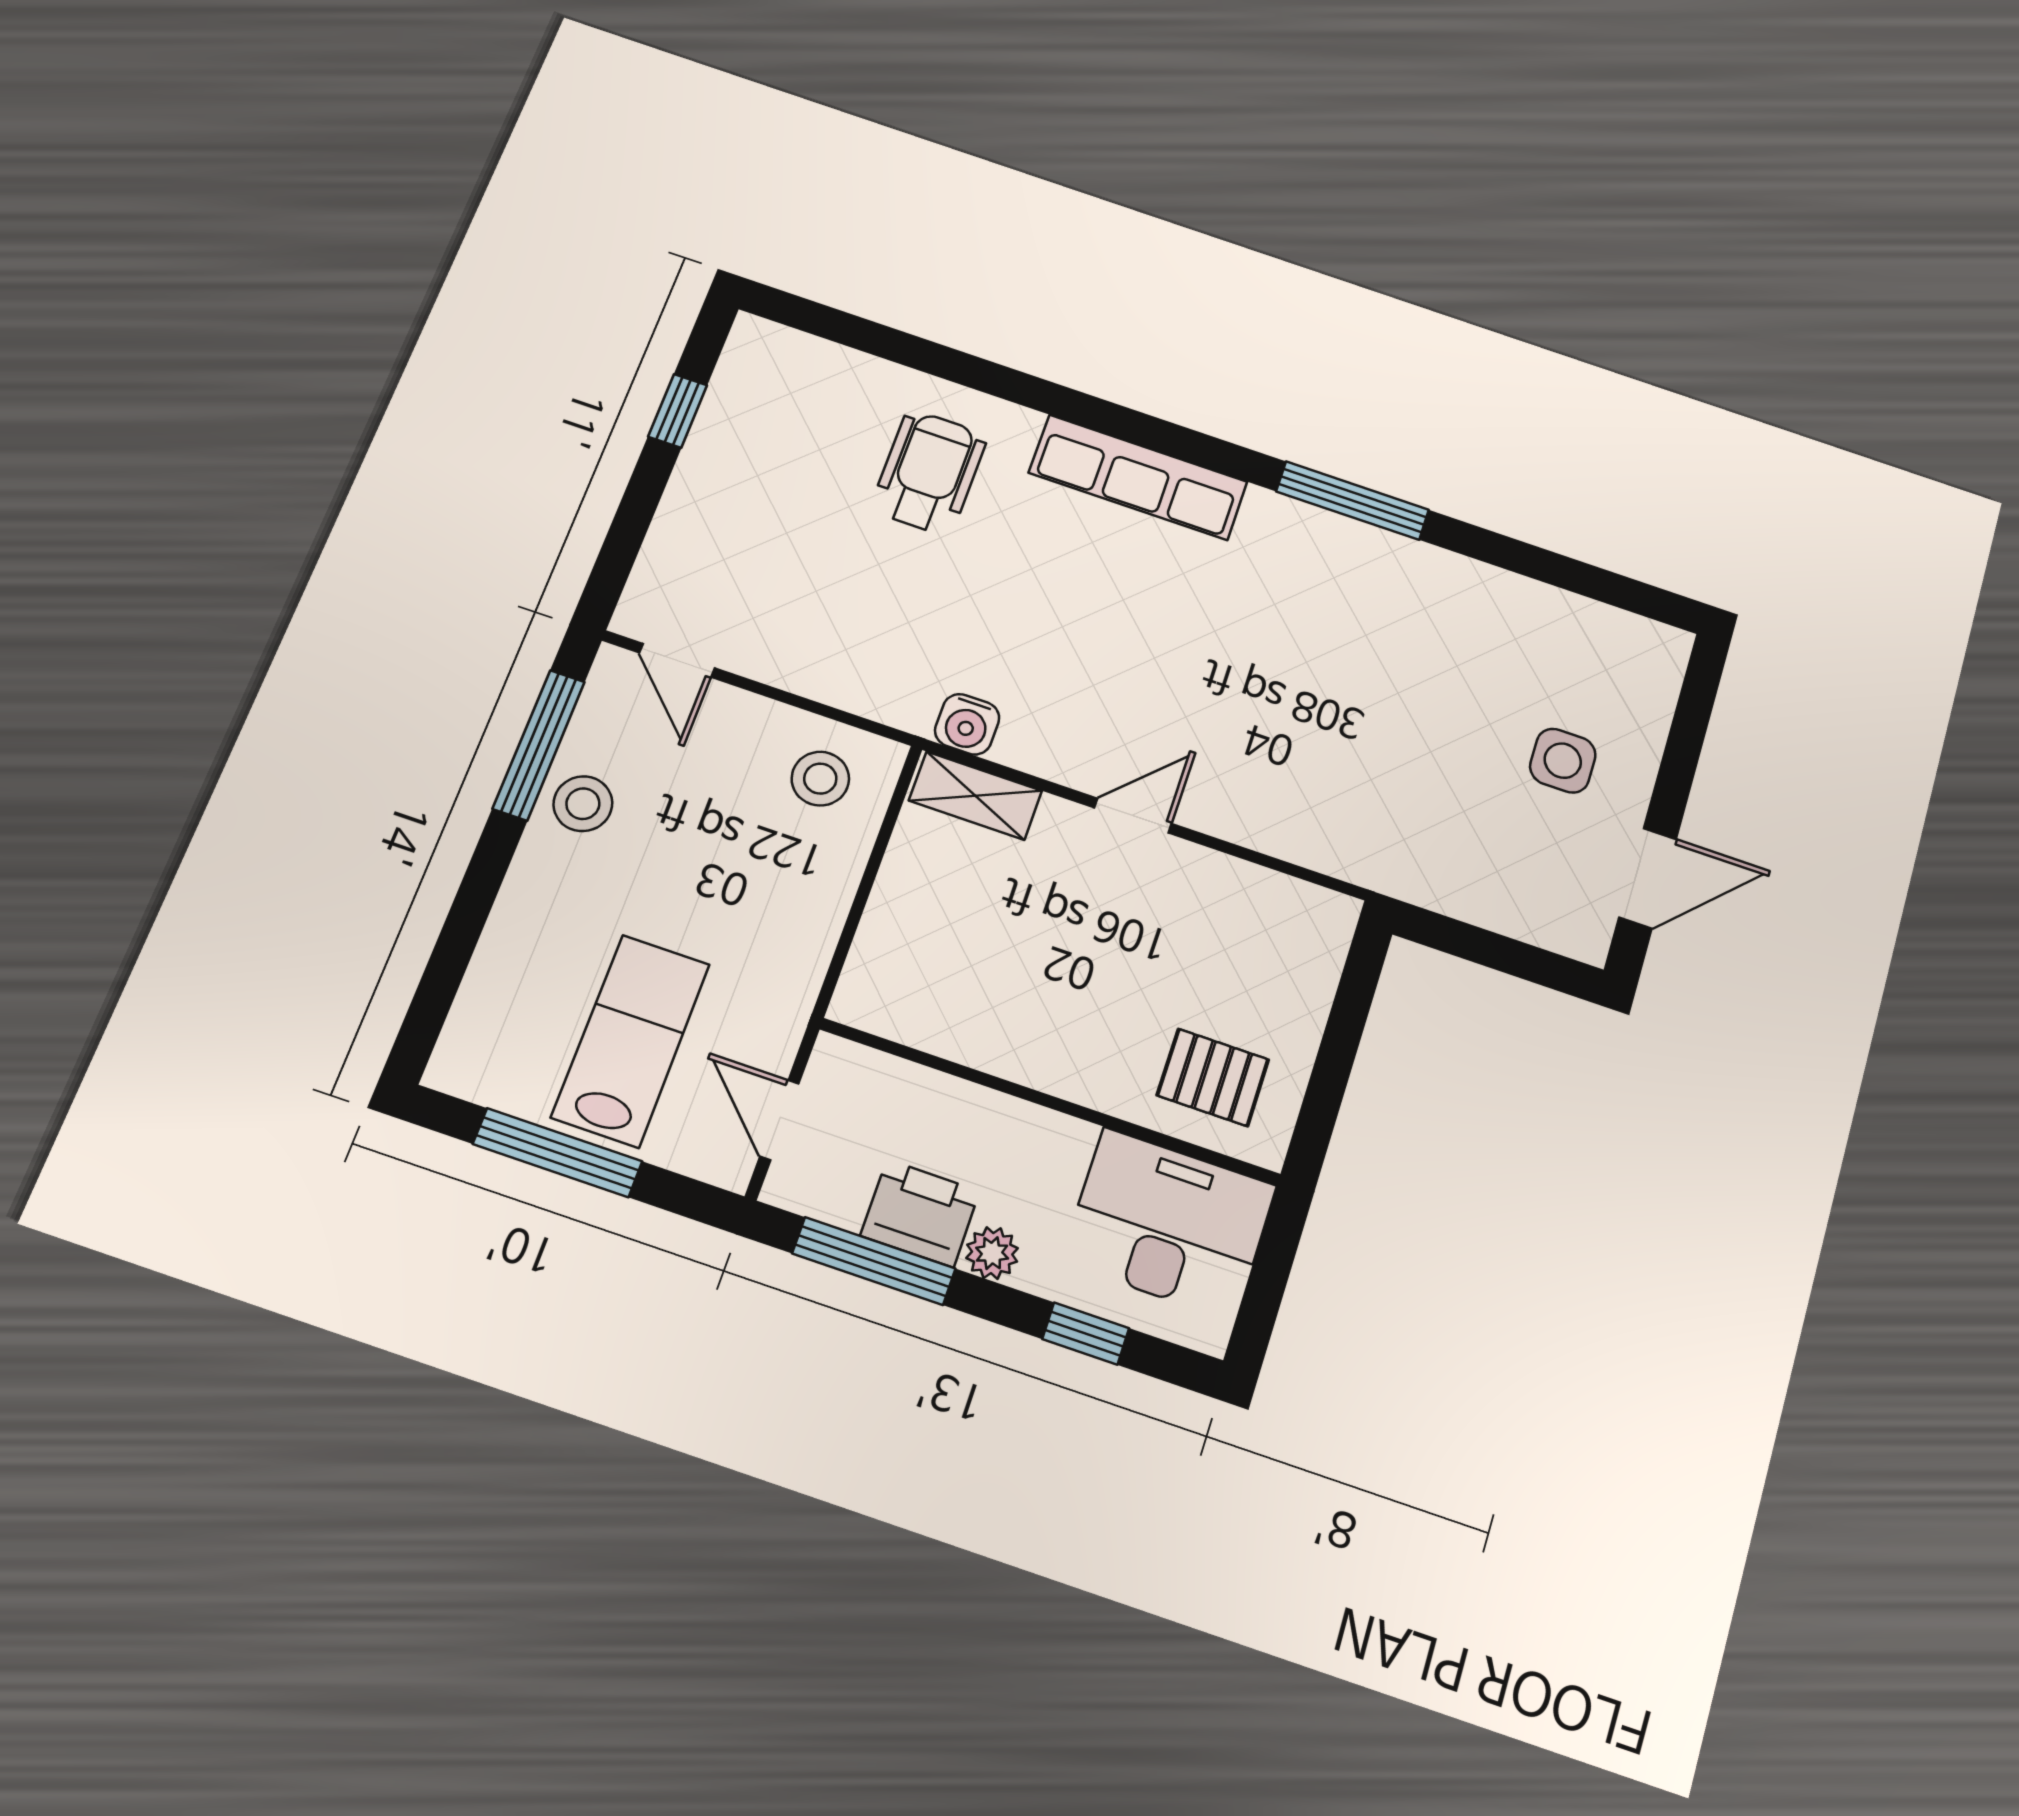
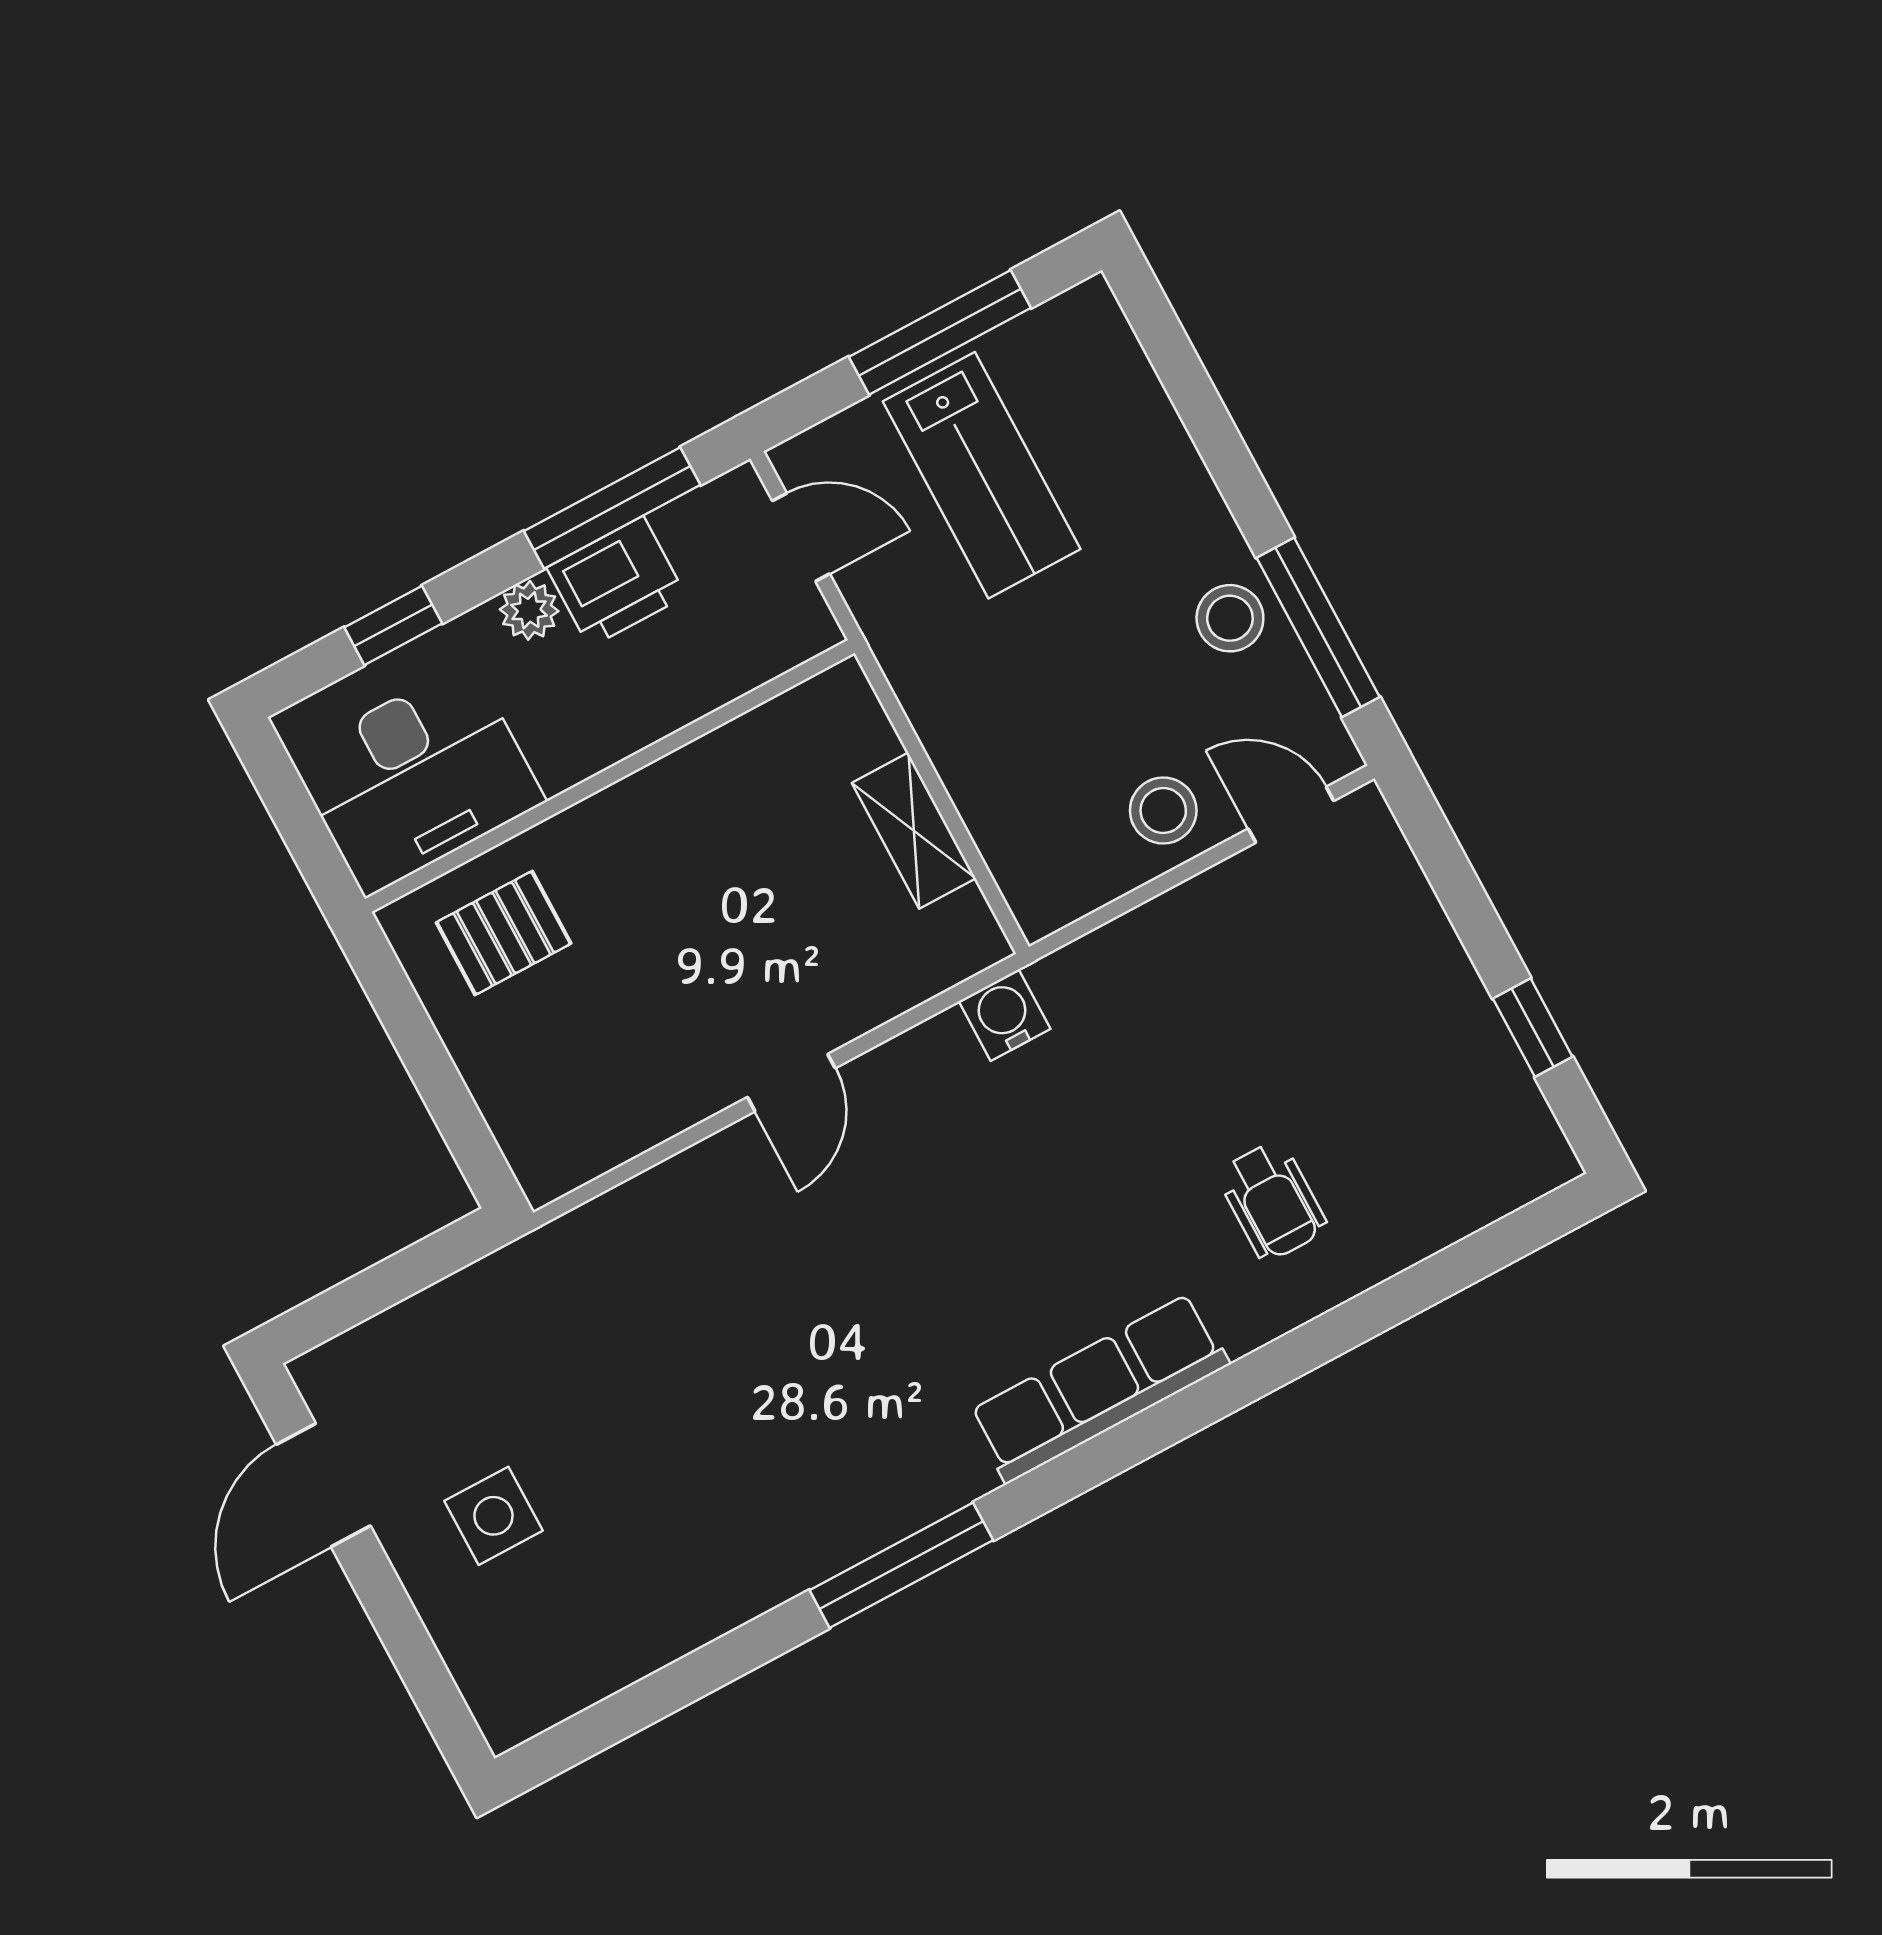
wheelchair: (929, 472) -> (1272, 1201), width x0.73, depth x0.73
stool: (820, 779) -> (1163, 811), moved
shelving: (975, 796) -> (914, 831), moved, turned 90

